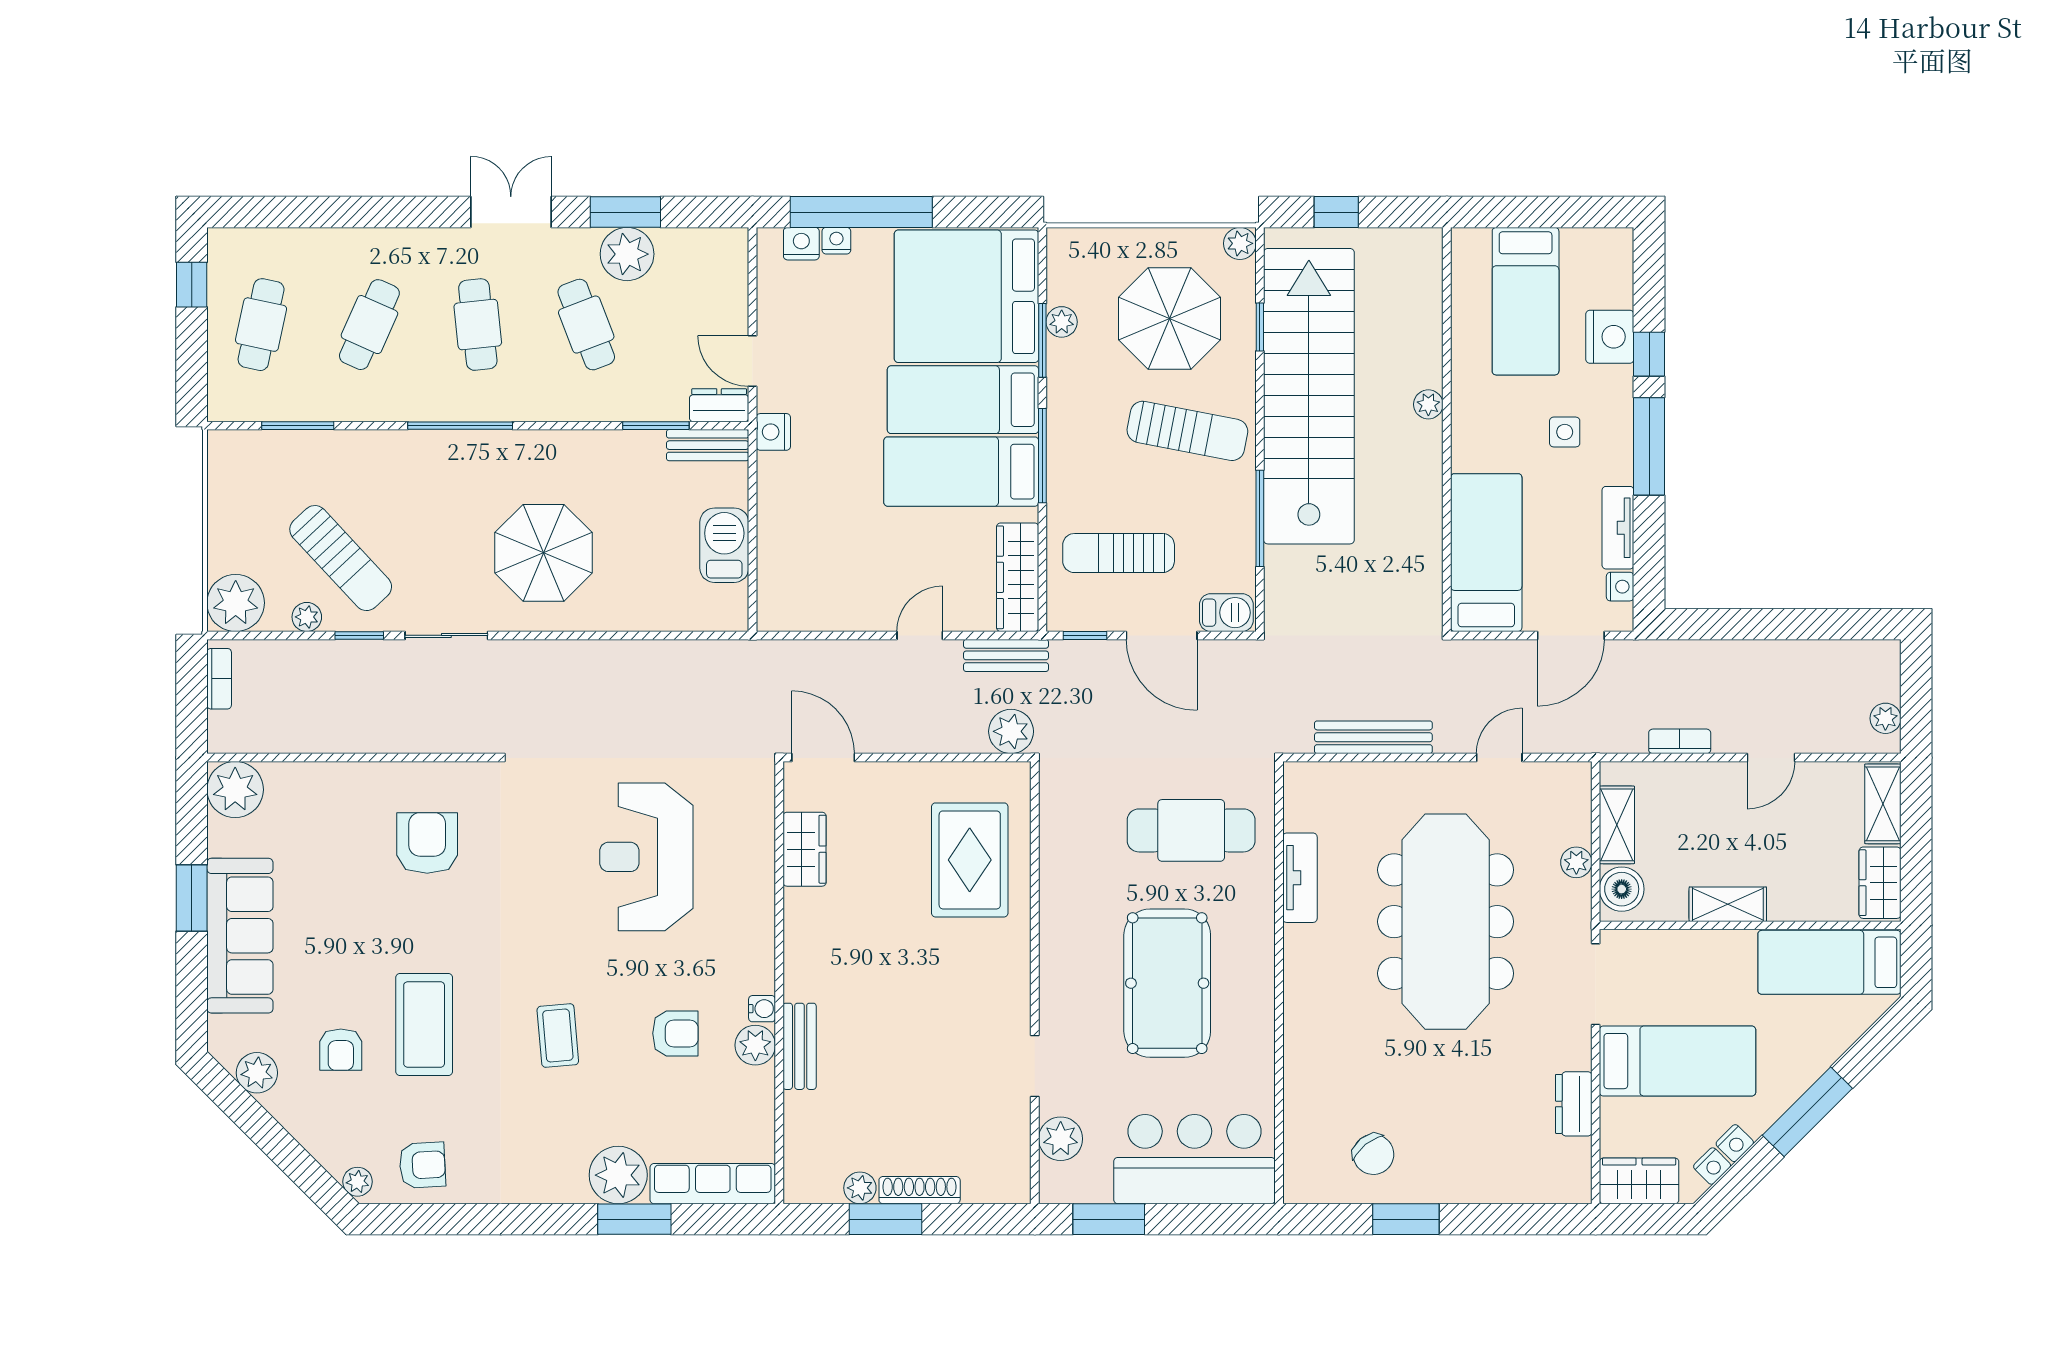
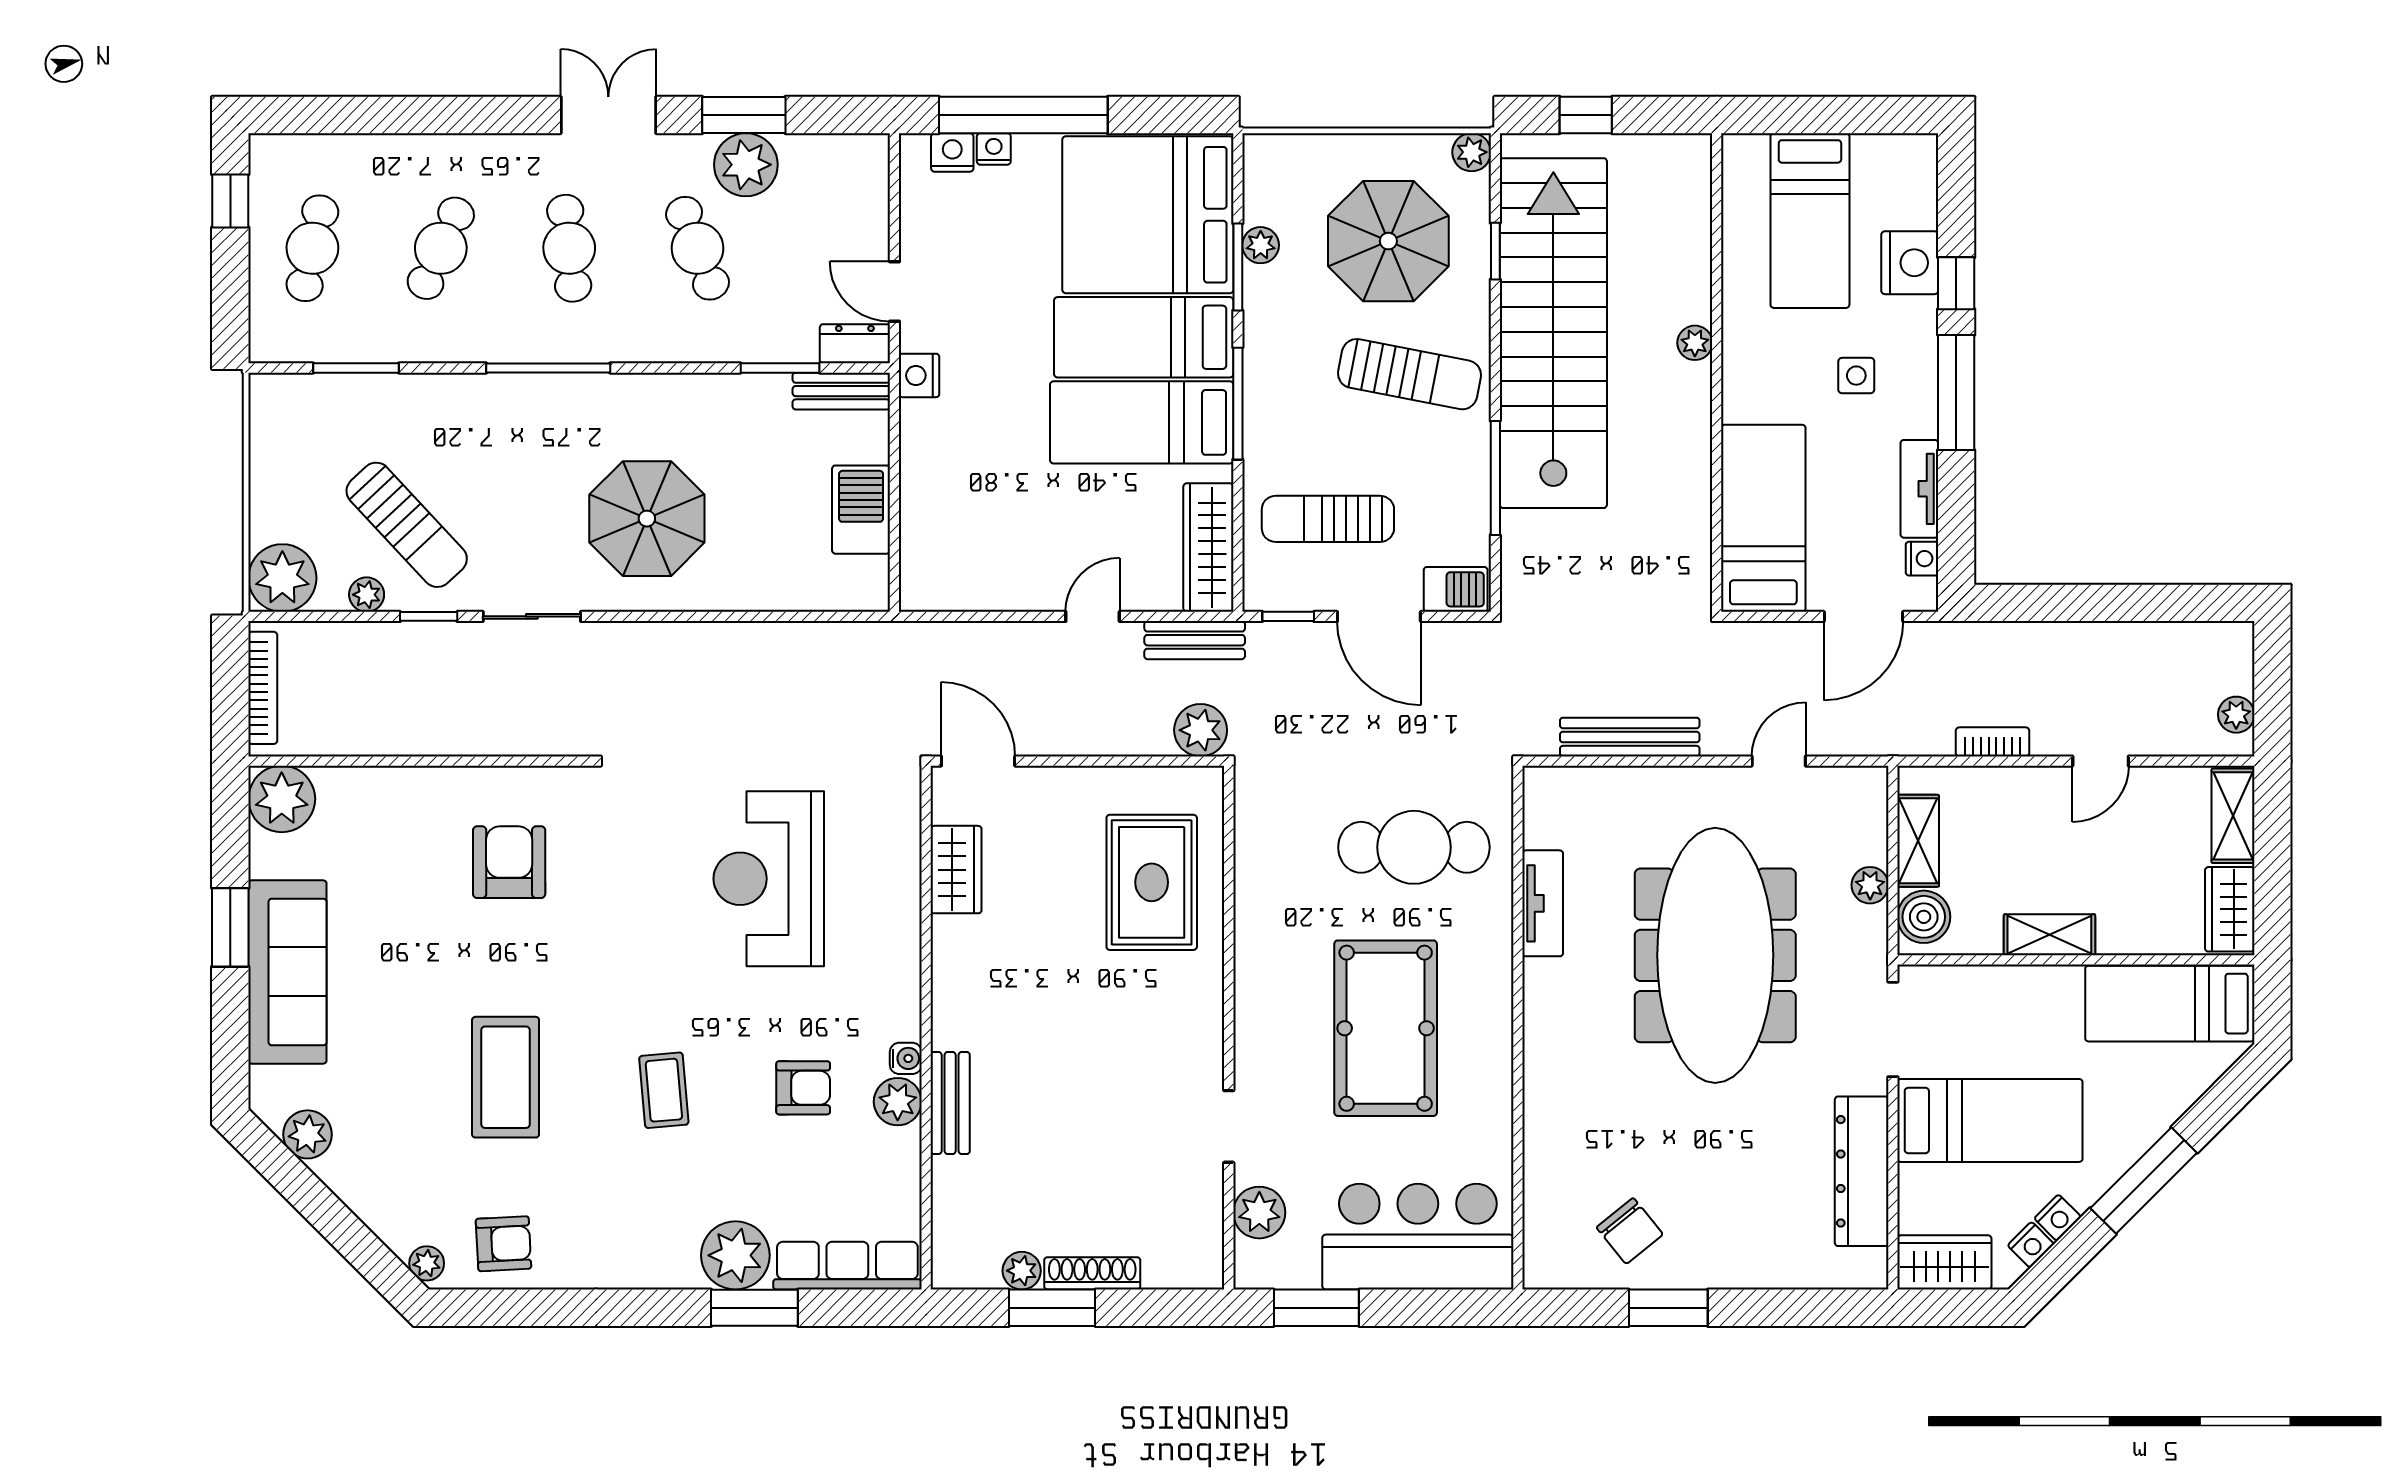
bookcase: (219, 679) -> (263, 688), width x1.56
armchair: (341, 1050) -> (407, 1107), removed
dresser: (1574, 1104) -> (1862, 1171), width x1.96, depth x1.24

